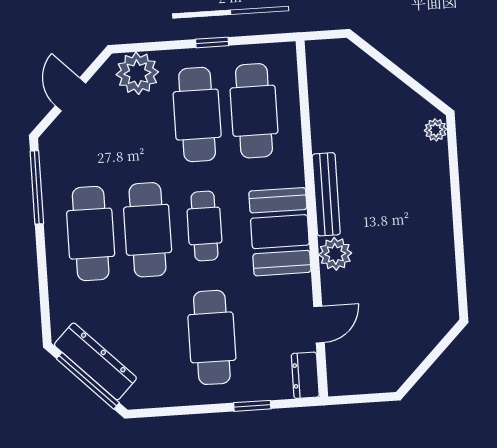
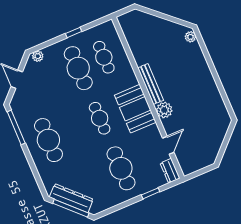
plant: (137, 73) -> (38, 56), width x0.53, depth x0.53
cafe table: (254, 111) -> (104, 57), width x0.73, depth x0.74
cafe table: (148, 230) -> (74, 129), removed

